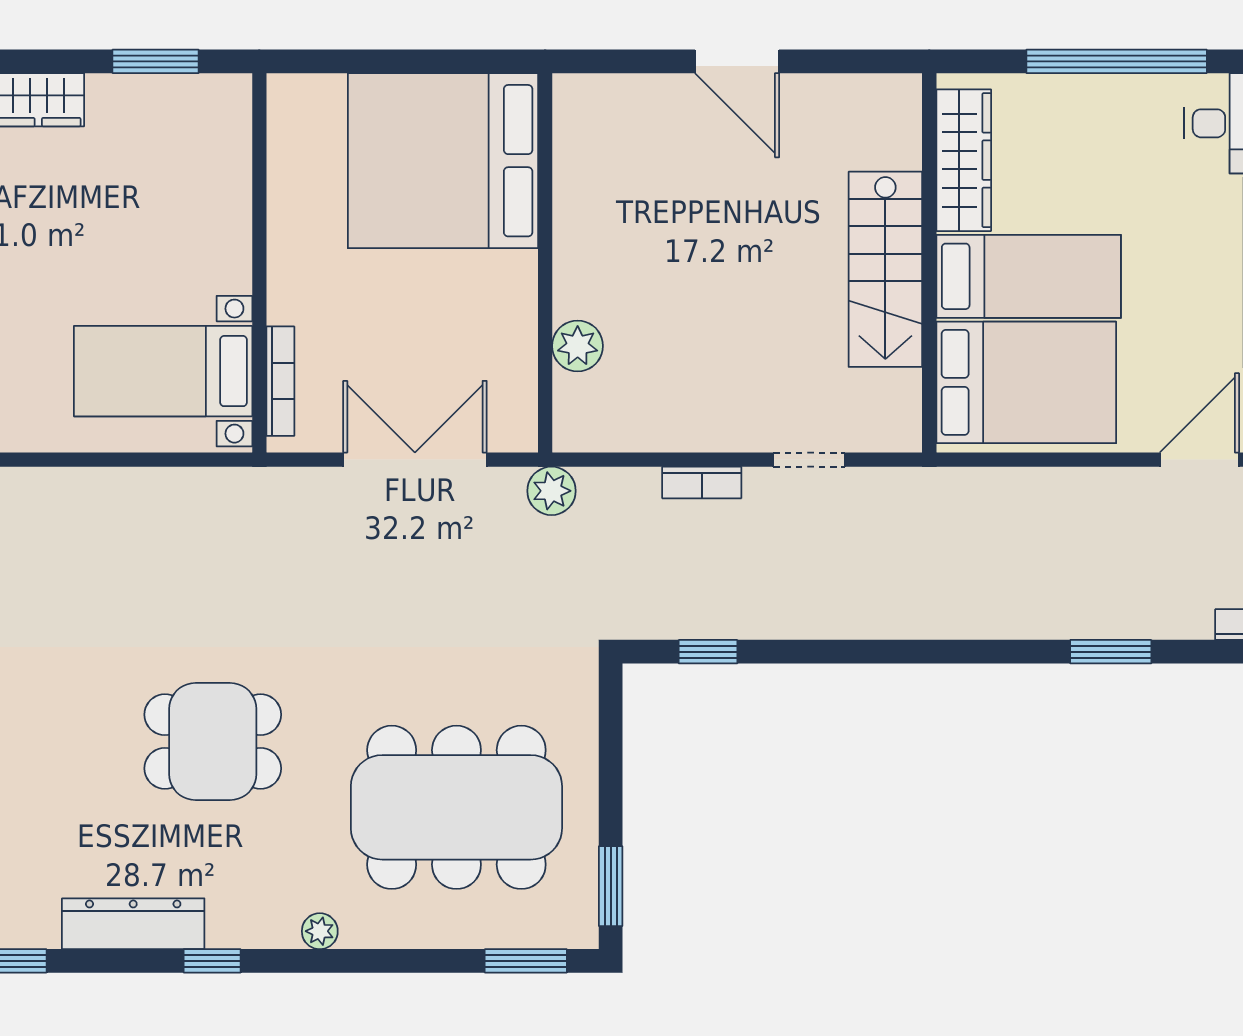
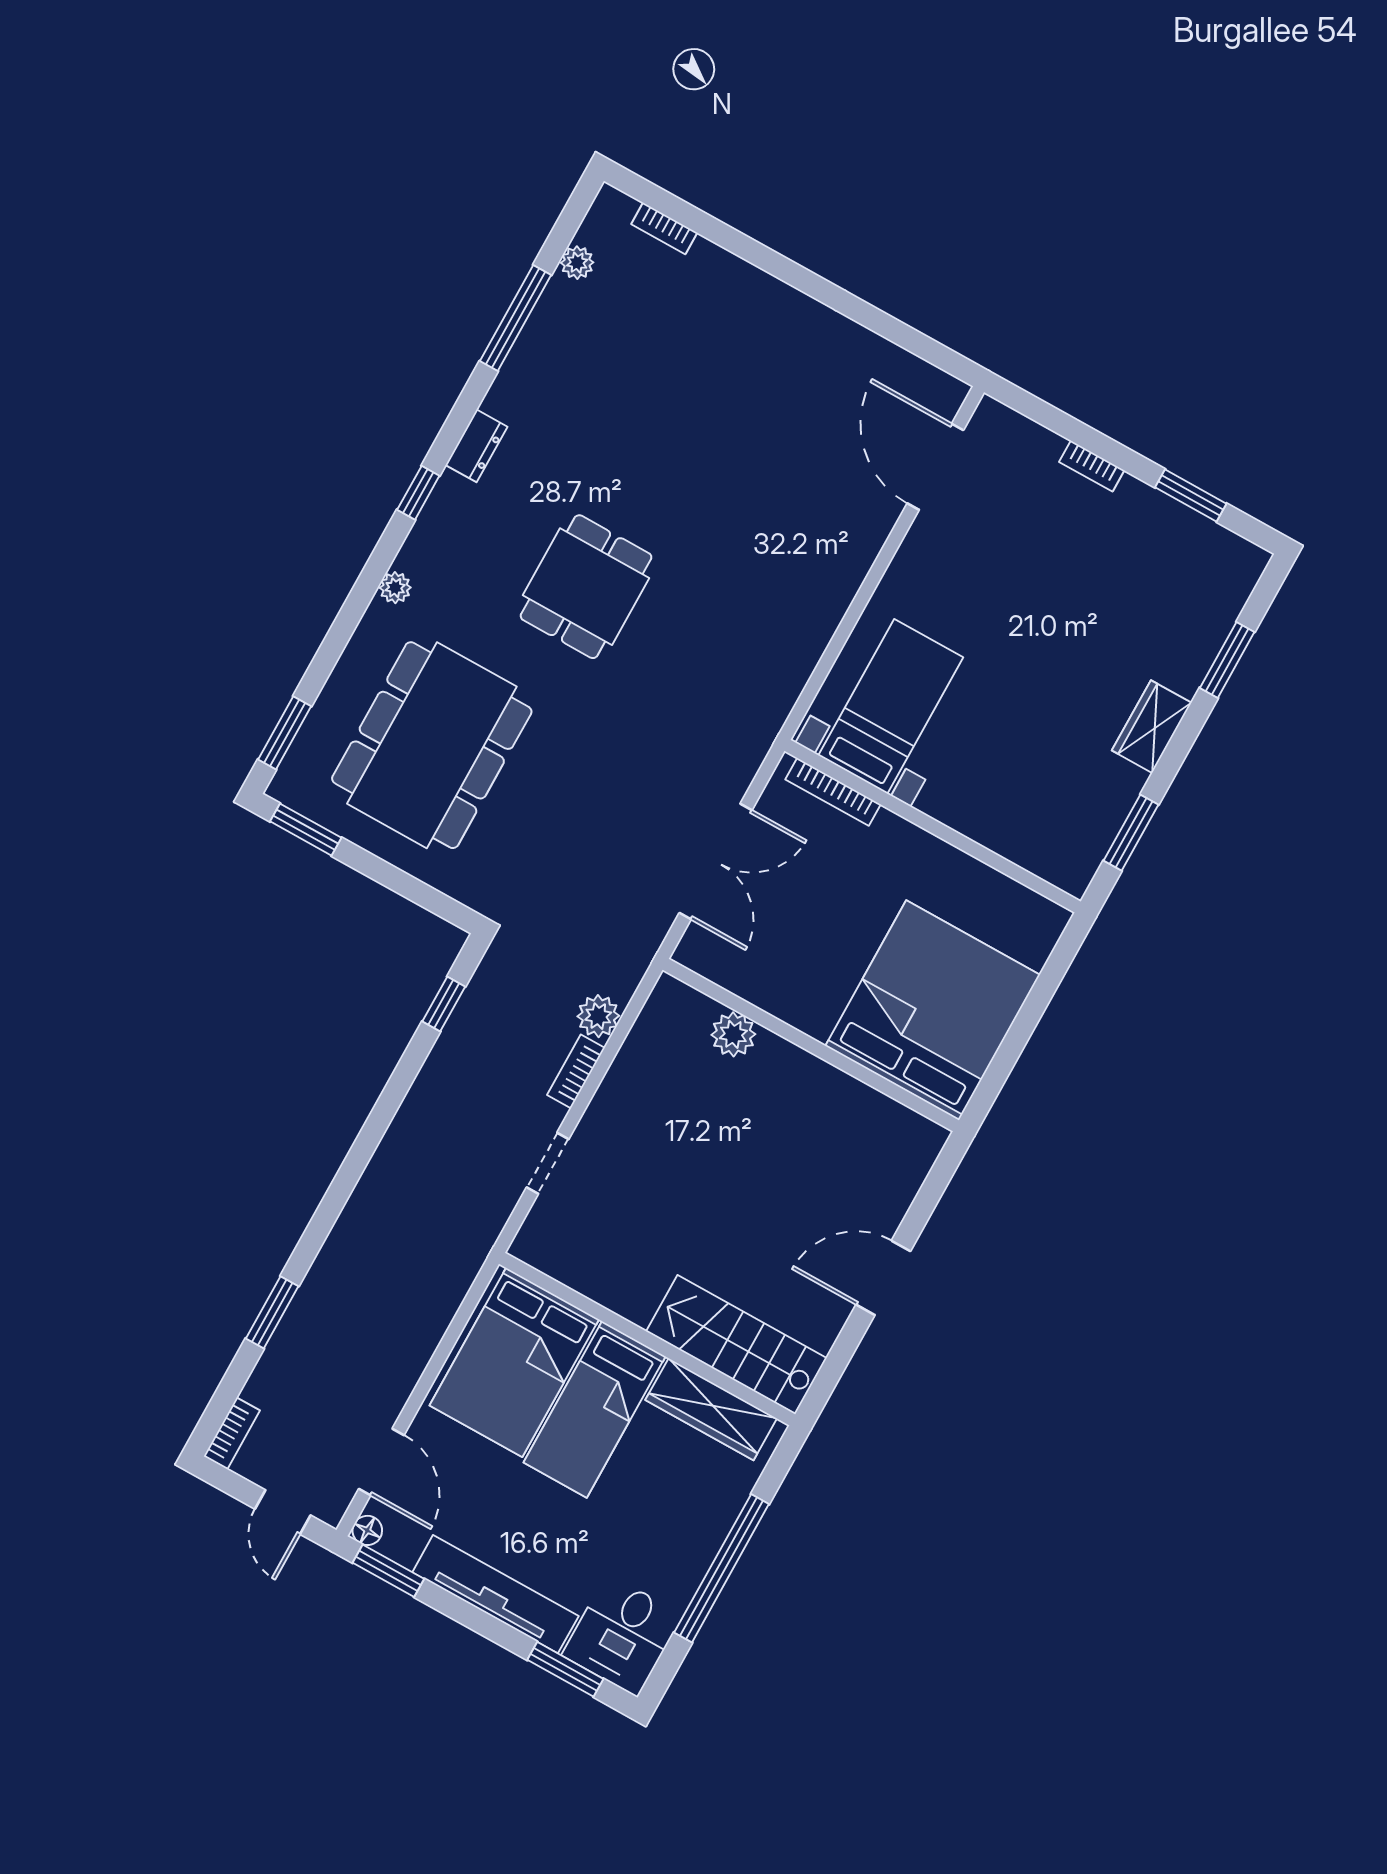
stairs: (885, 269) -> (736, 1345), moved
plant: (551, 491) -> (598, 1016), moved
dresser: (133, 924) -> (477, 446), width x0.51, depth x0.80

